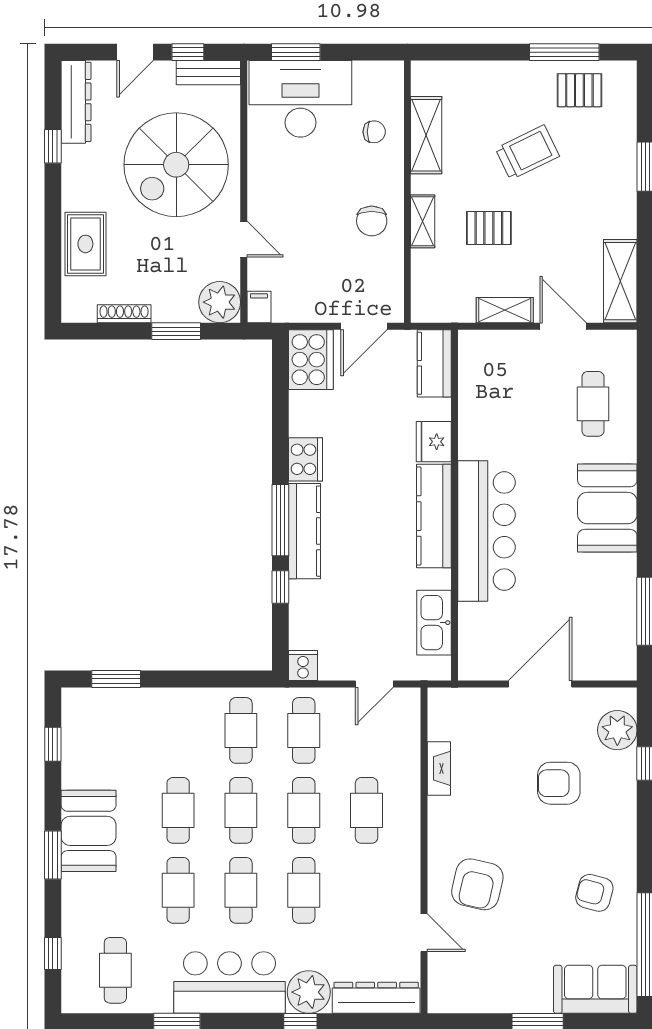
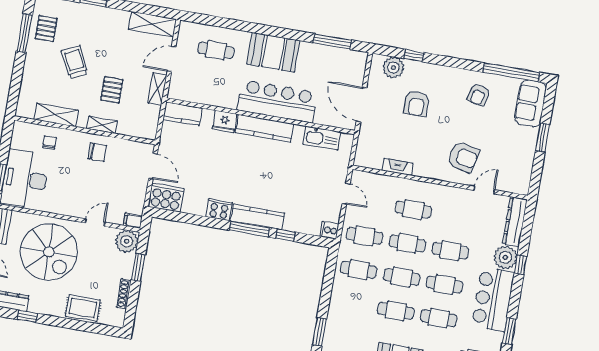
kitchen counter: (434, 363) -> (182, 114), moved
fridge: (434, 442) -> (225, 121), moved
wall: (454, 505) -> (261, 116), moved
kitchen counter: (434, 516) -> (264, 128), moved
bar counter: (486, 531) -> (277, 101), moved
kitchen sink: (434, 623) -> (322, 138), moved

